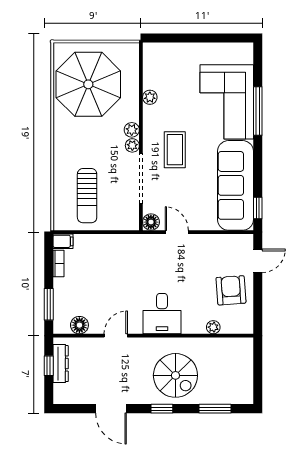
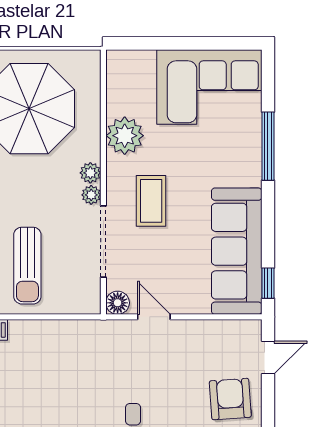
plant: (150, 97) -> (125, 136), width x1.87, depth x1.87
corner sofa: (227, 102) -> (209, 87), moved, turned -90

